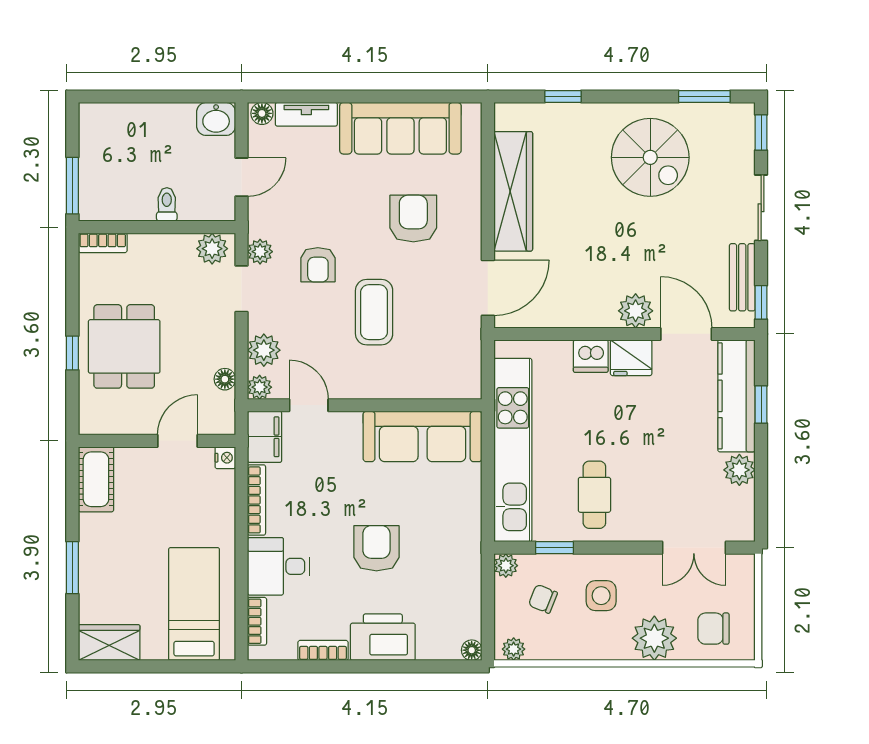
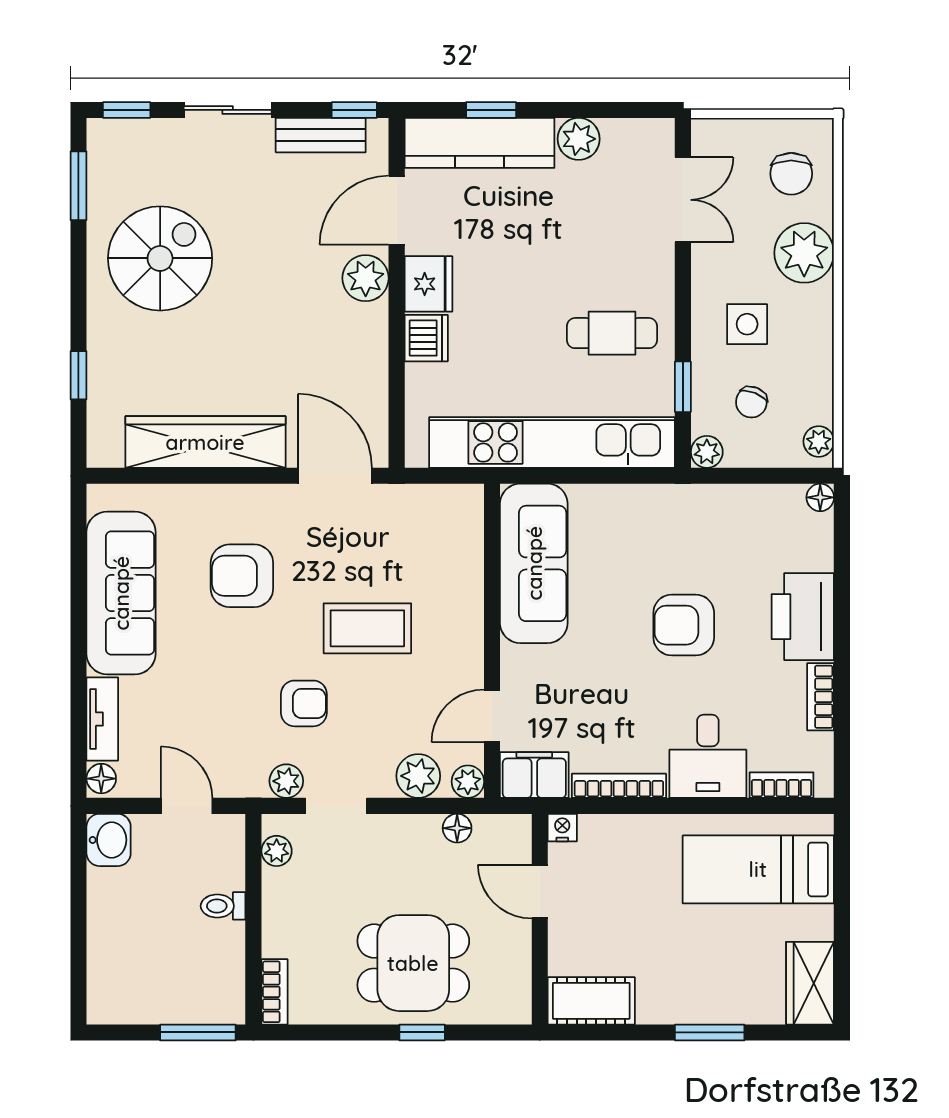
plant: (212, 249) -> (277, 851), width x0.73, depth x0.73

